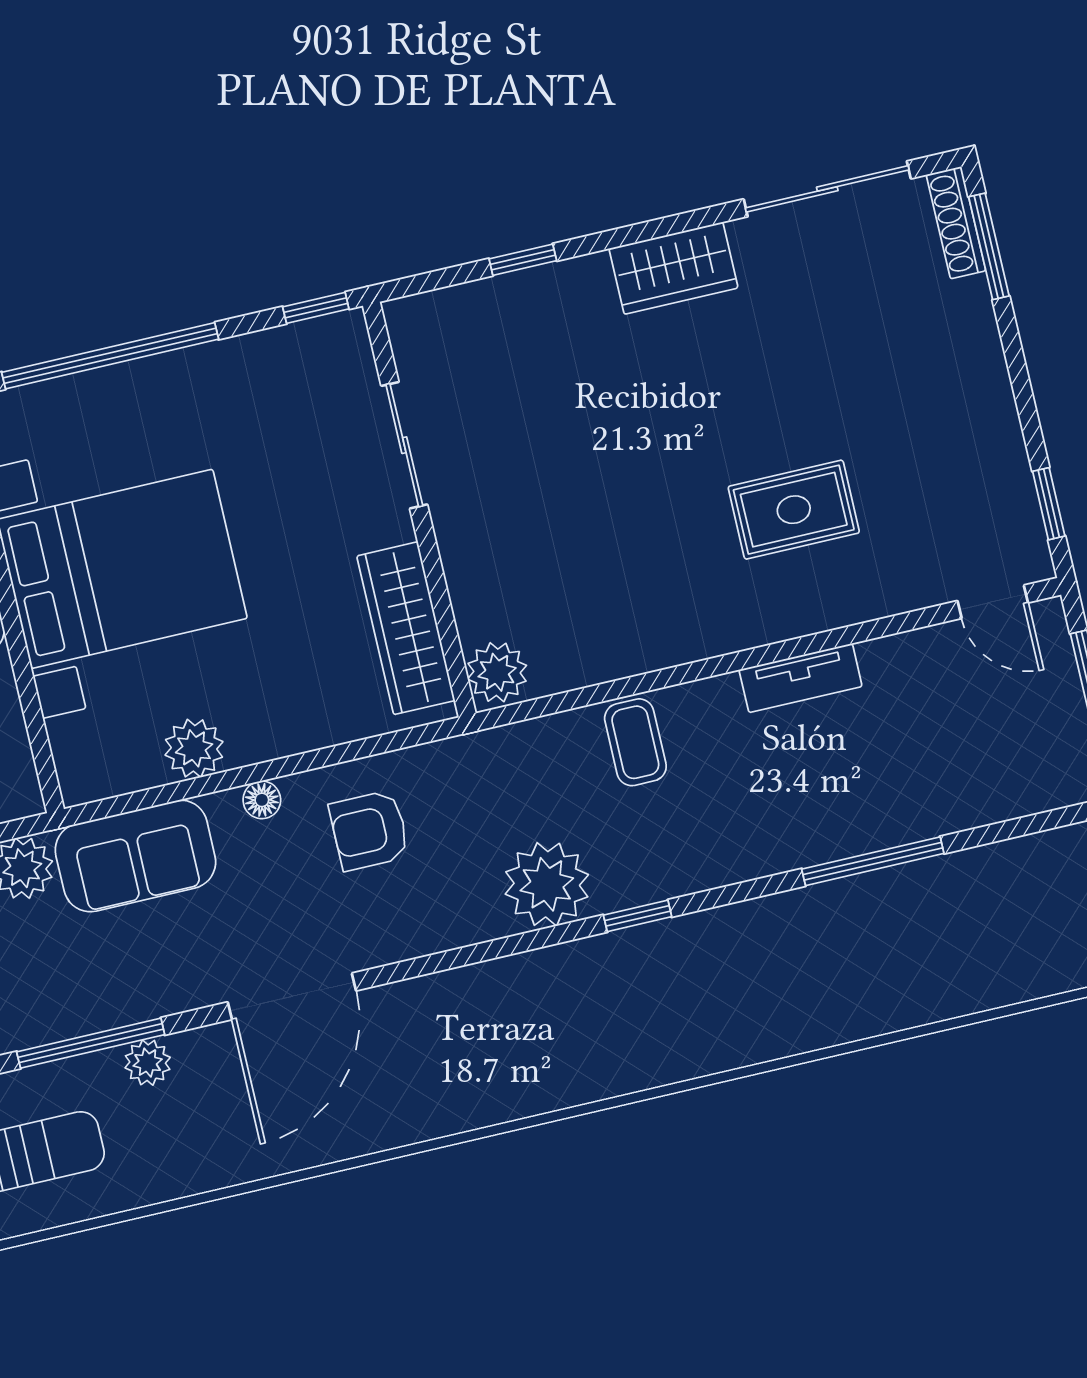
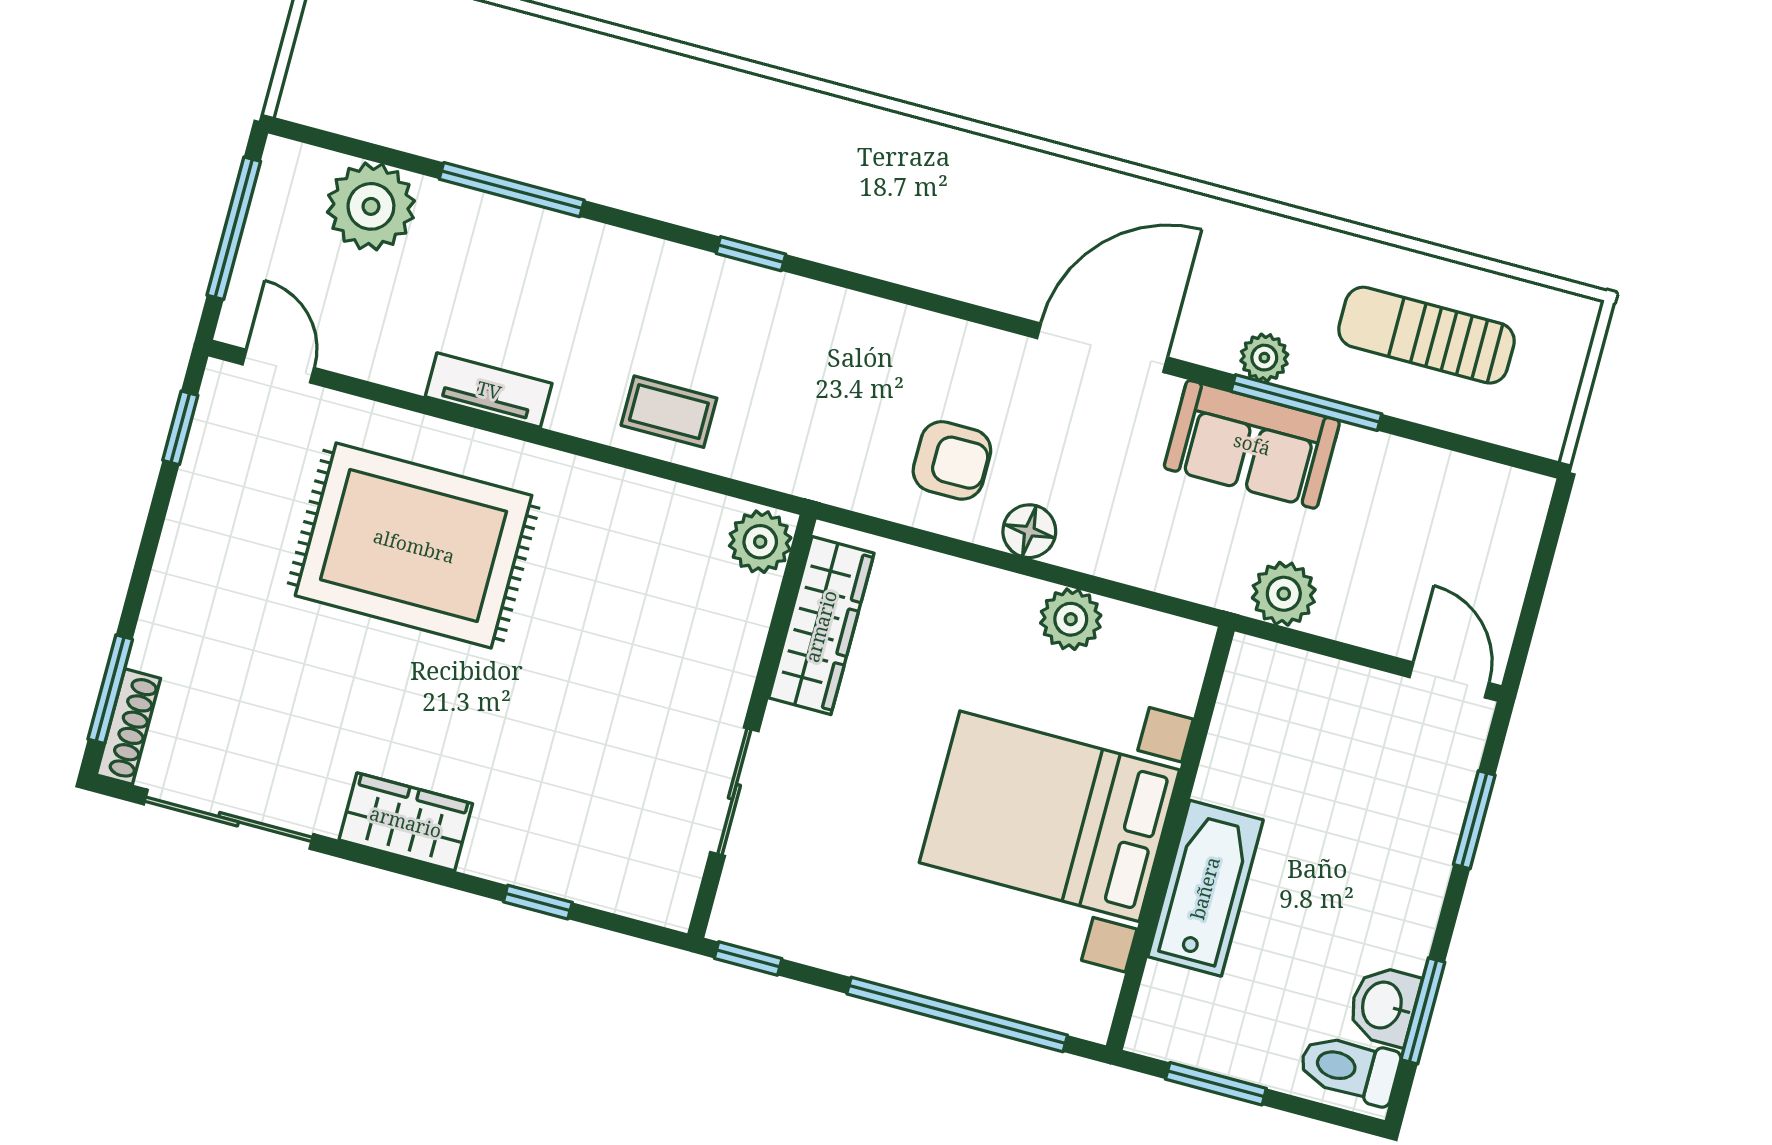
rug: (794, 510) -> (414, 546), width x1.86, depth x2.06
coffee table: (635, 742) -> (669, 412), turned 90
floor lamp: (262, 800) -> (1029, 531), width x1.37, depth x1.37
sofa: (135, 856) -> (1252, 444), moved, turned 180
plant: (547, 884) -> (371, 206), moved

